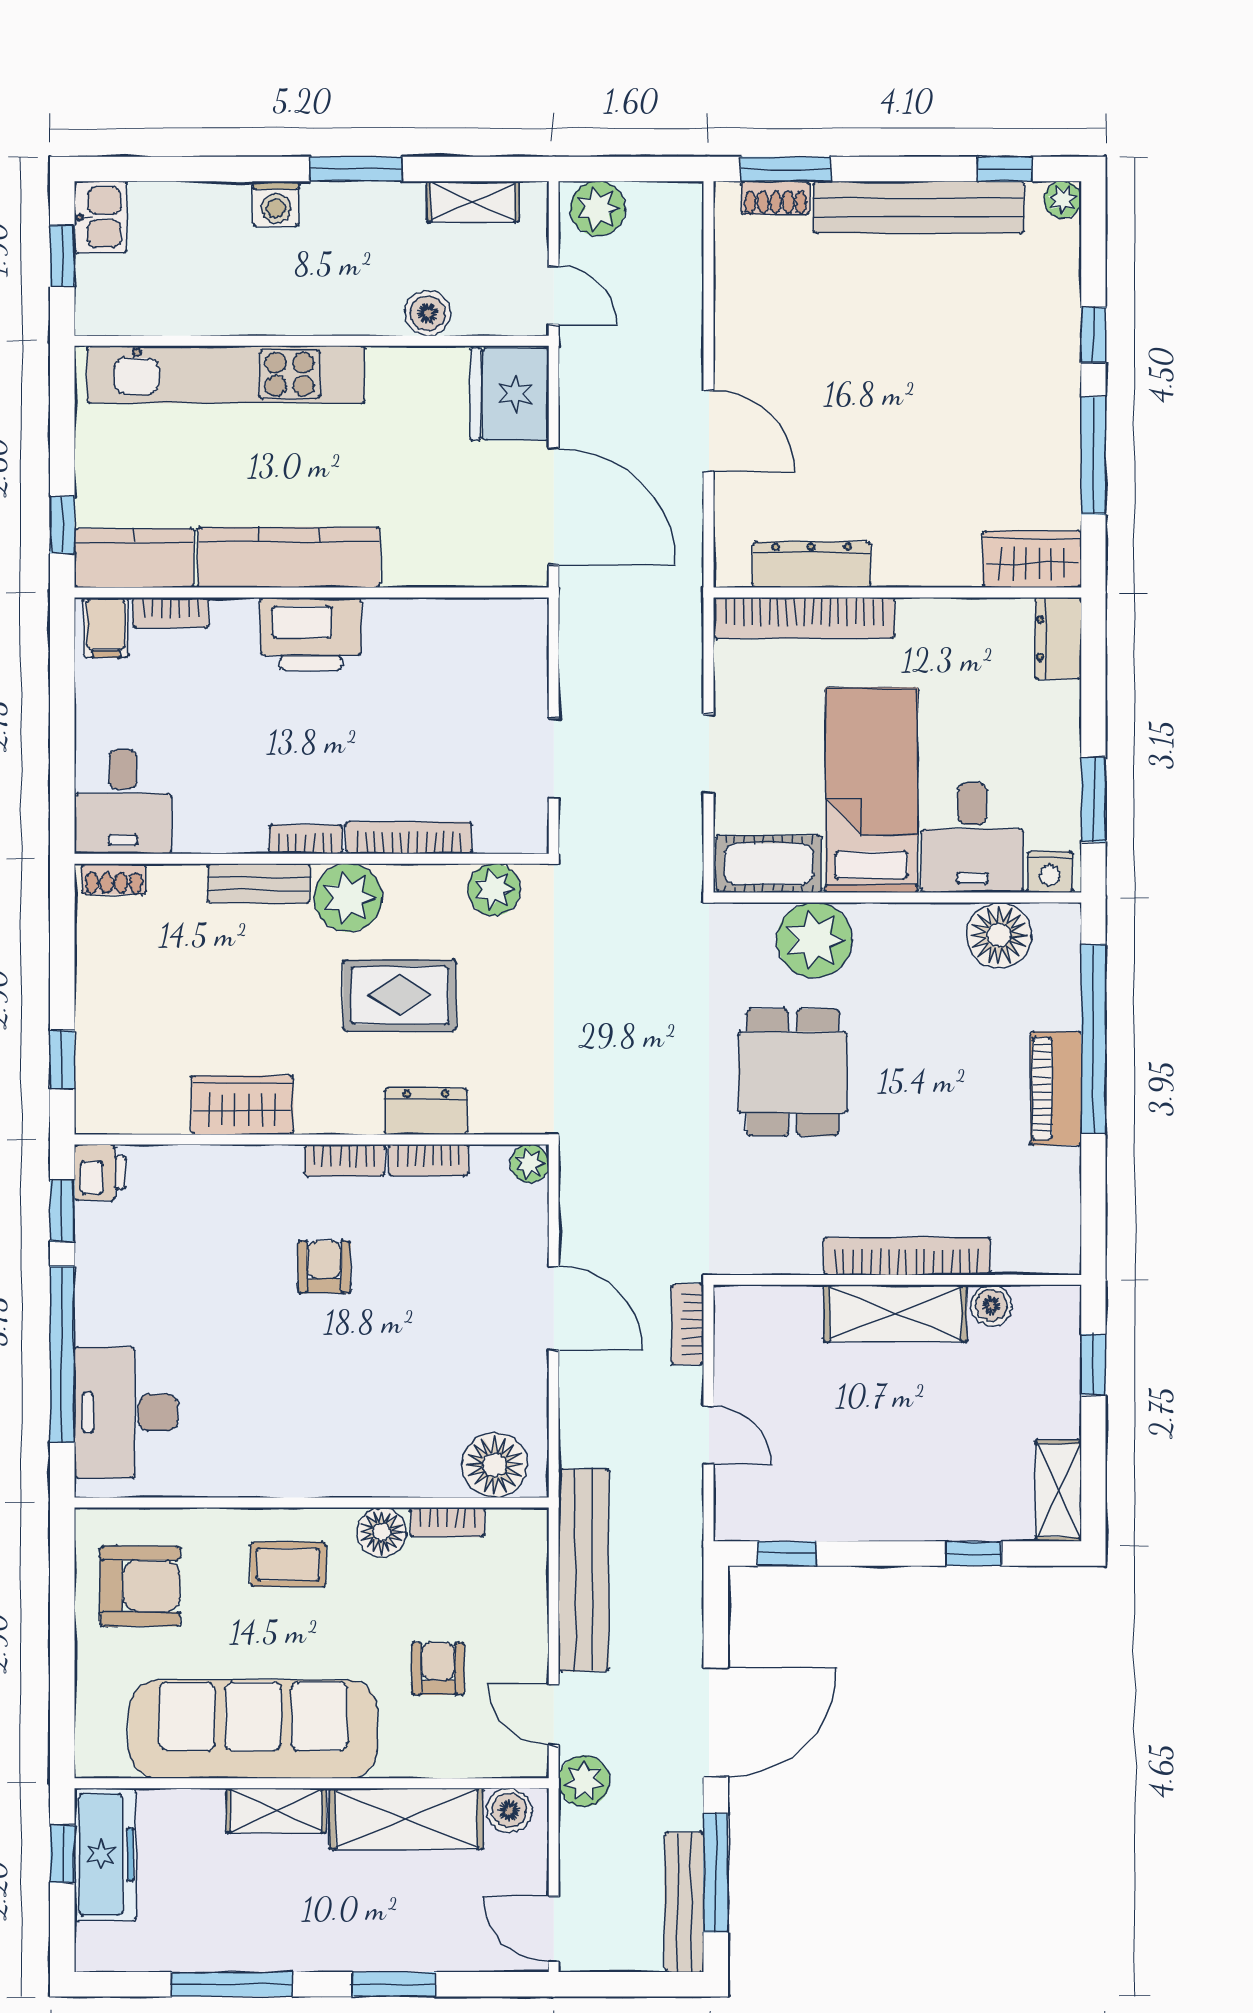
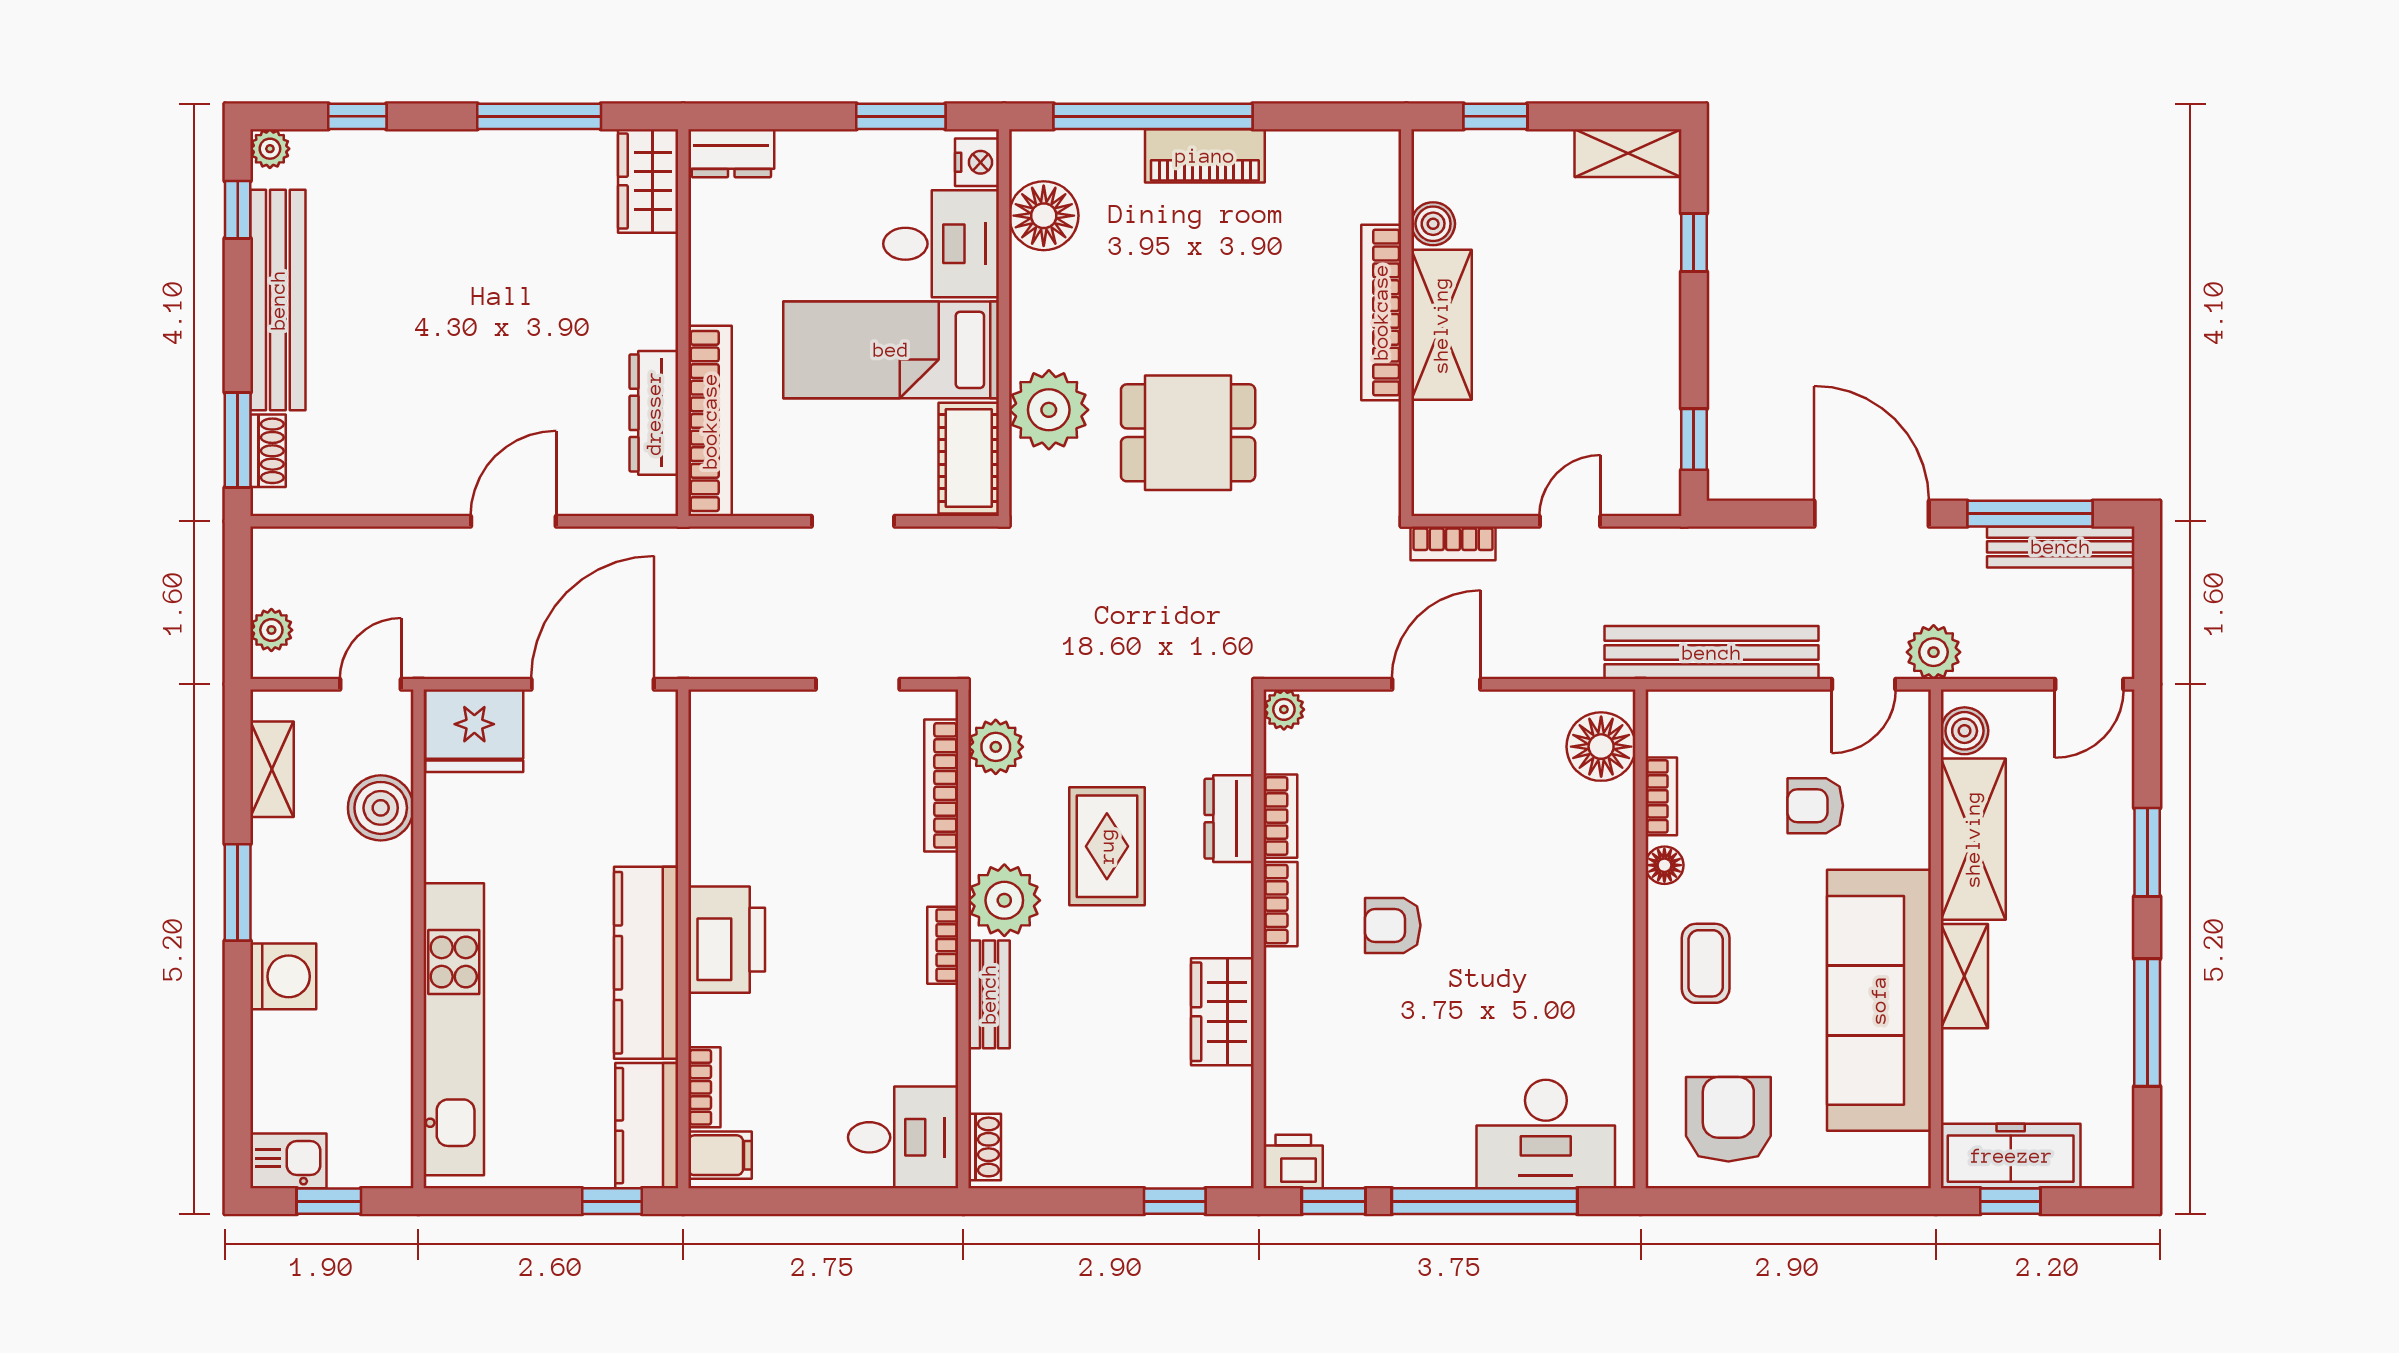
washing machine: (276, 204) -> (283, 976), width x1.38, depth x1.38
plant: (598, 209) -> (271, 630), width x0.73, depth x0.73
boiler: (428, 313) -> (381, 808), width x1.36, depth x1.36
window: (1093, 335) -> (357, 116), moved
bookcase: (409, 838) -> (941, 785), moved
floor lamp: (382, 1532) -> (1664, 865), width x0.73, depth x0.73

